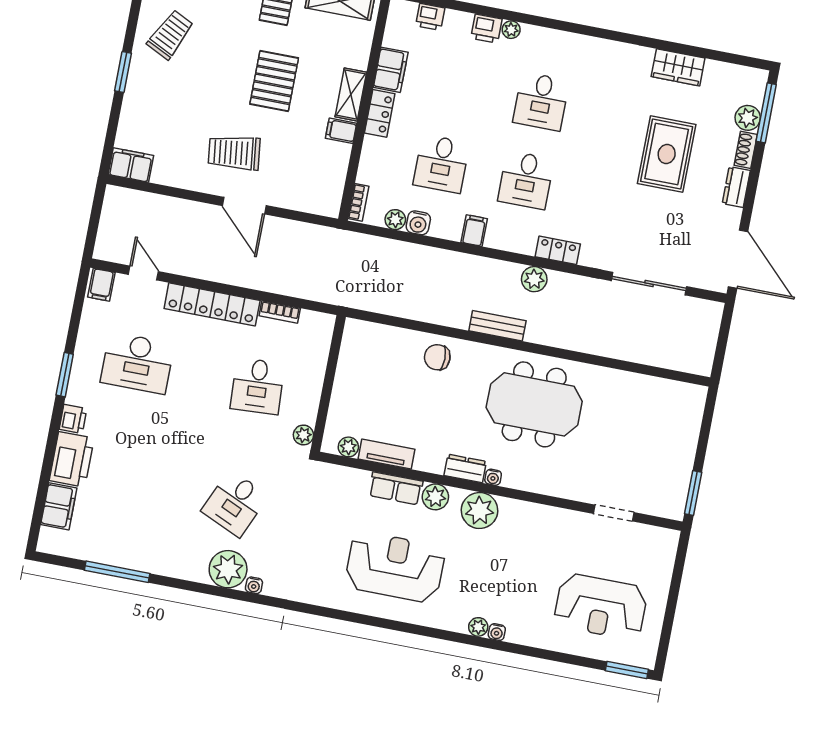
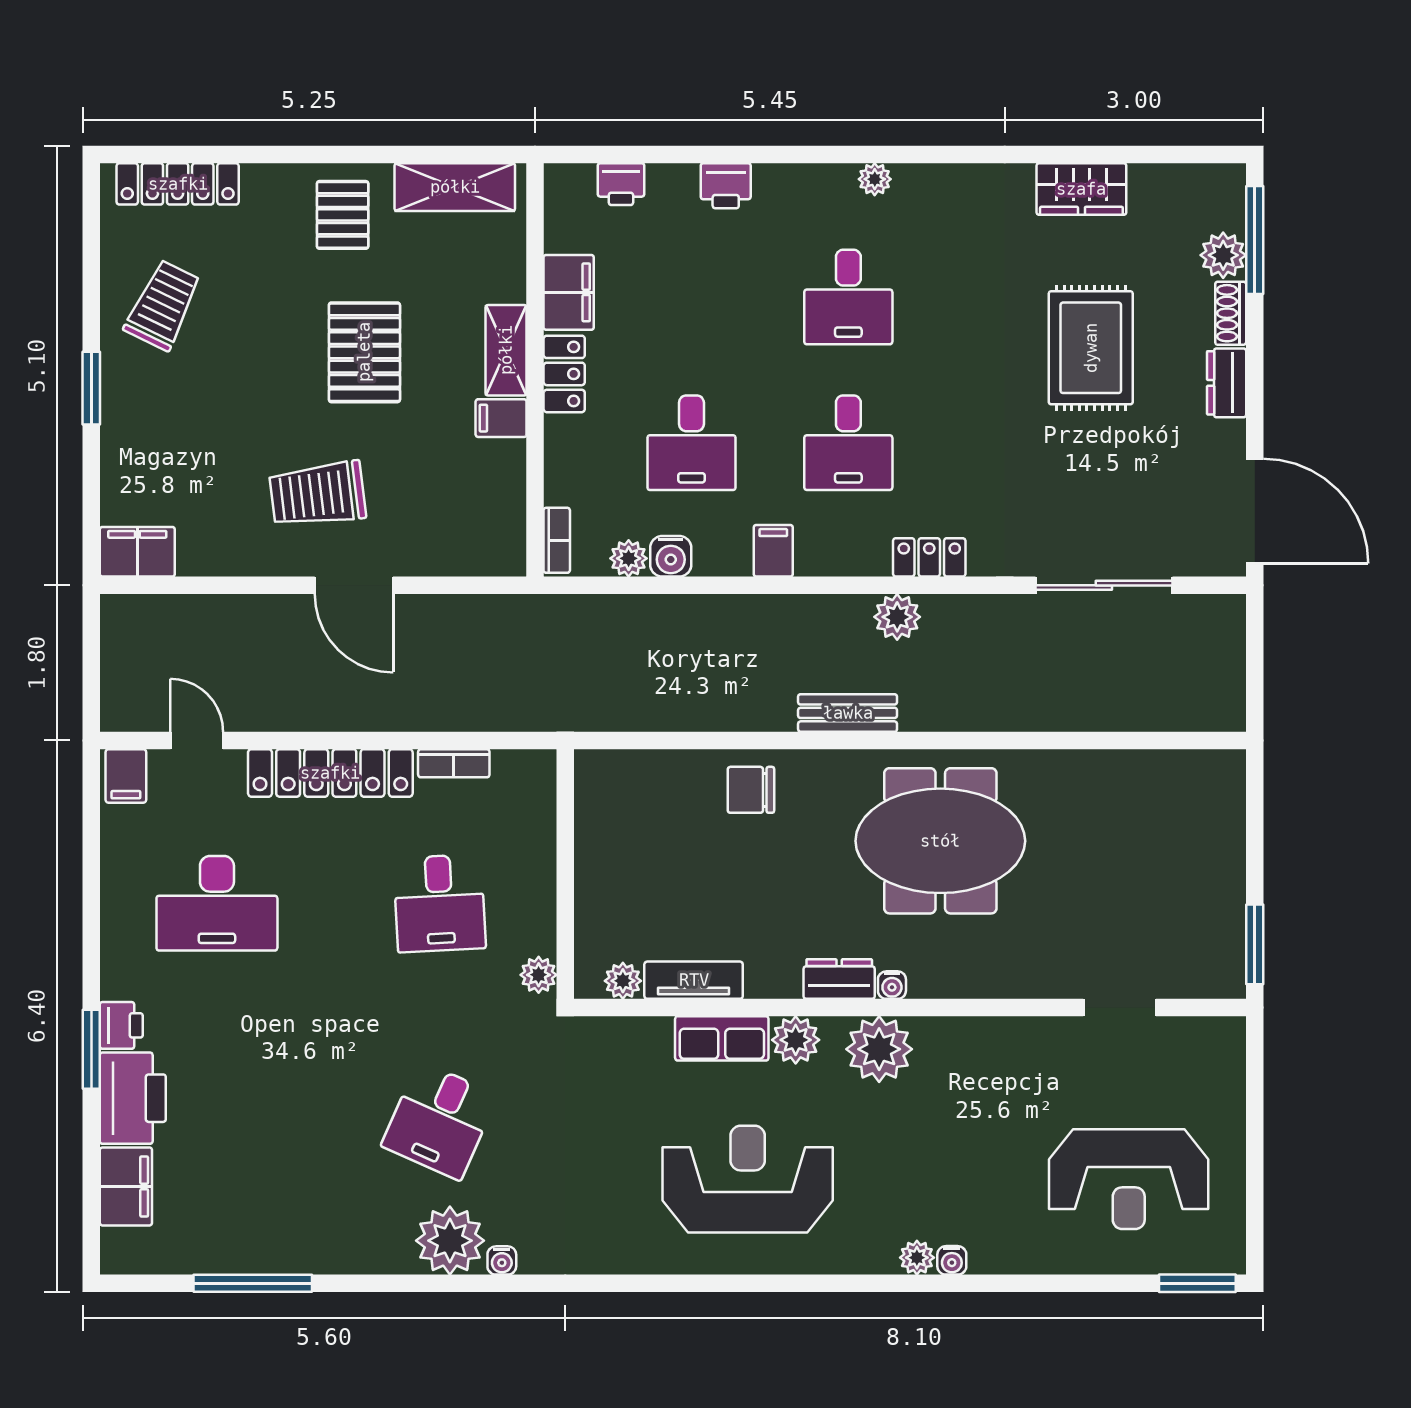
plant: (511, 30) -> (875, 179), moved
window: (65, 375) -> (91, 1049), moved

